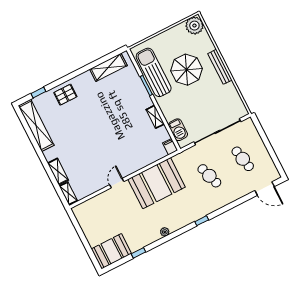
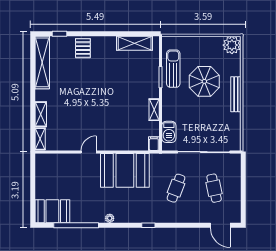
sun lounger: (154, 72) -> (173, 69), width x0.73, depth x0.75
pallet: (65, 95) -> (83, 48), turned 90
cafe table: (209, 176) -> (176, 188), turned 39
window: (138, 253) -> (76, 225), width x3.17

